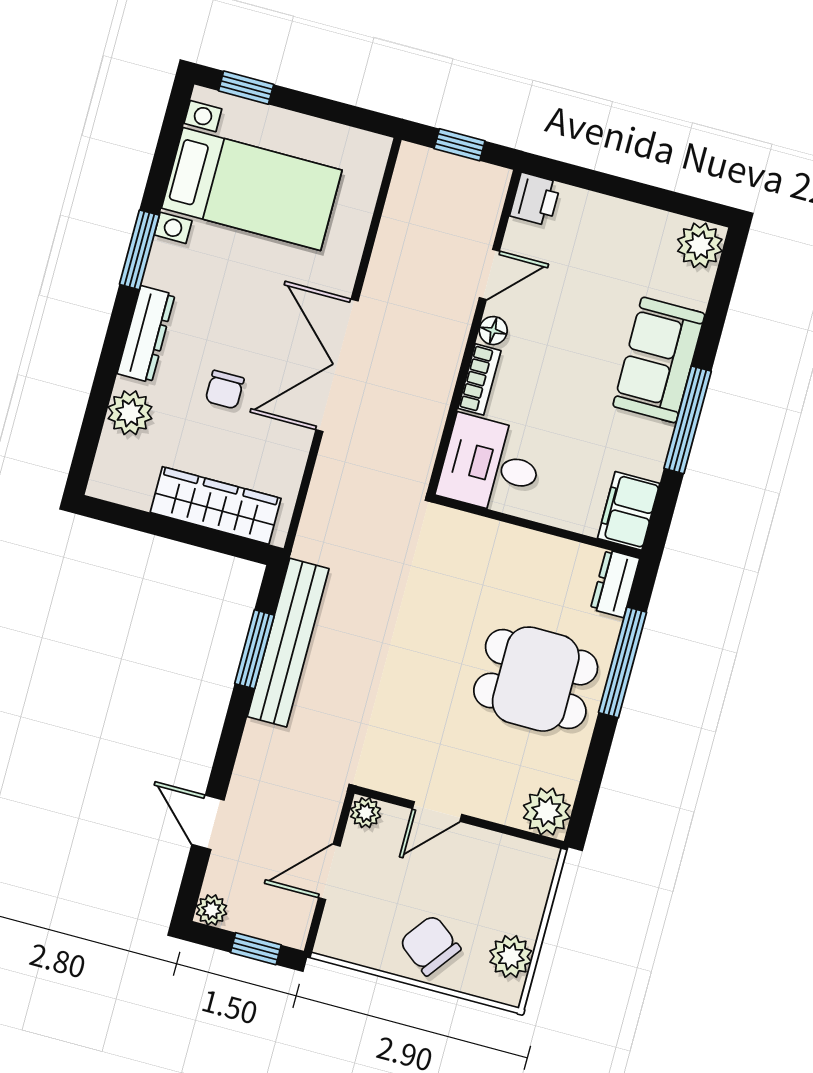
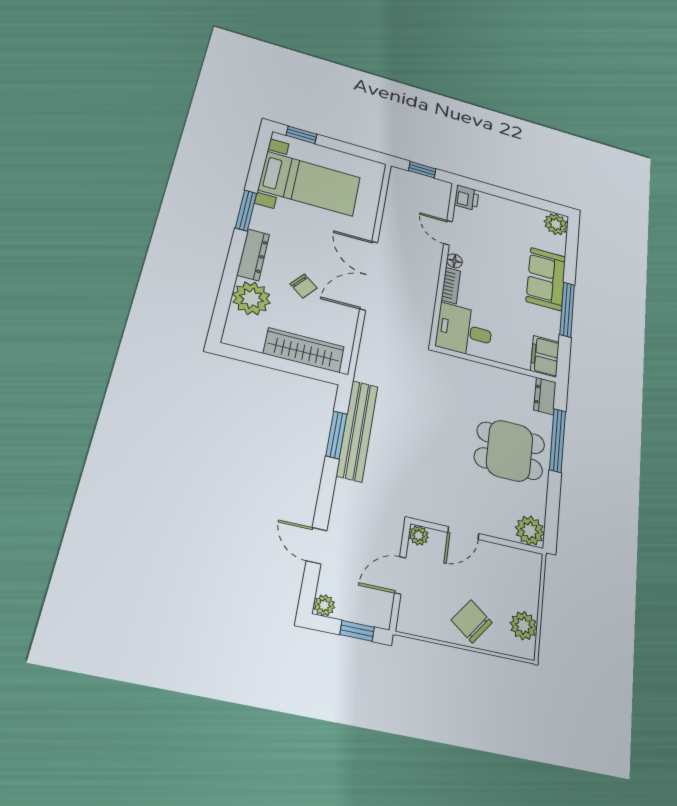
door: (489, 274) -> (448, 233), swing flipped
chair: (225, 390) -> (304, 286), turned -52
plant: (130, 413) -> (251, 298), width x1.36, depth x1.36

